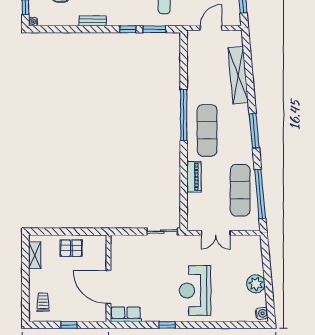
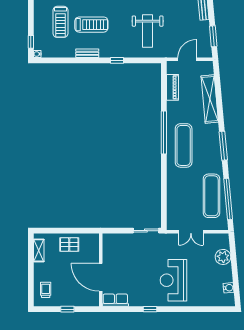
window: (154, 29) -> (139, 60), removed
piano: (194, 177) -> (172, 87), moved
plant: (256, 284) -> (223, 257), moved
water cooler: (262, 313) -> (229, 288), moved

